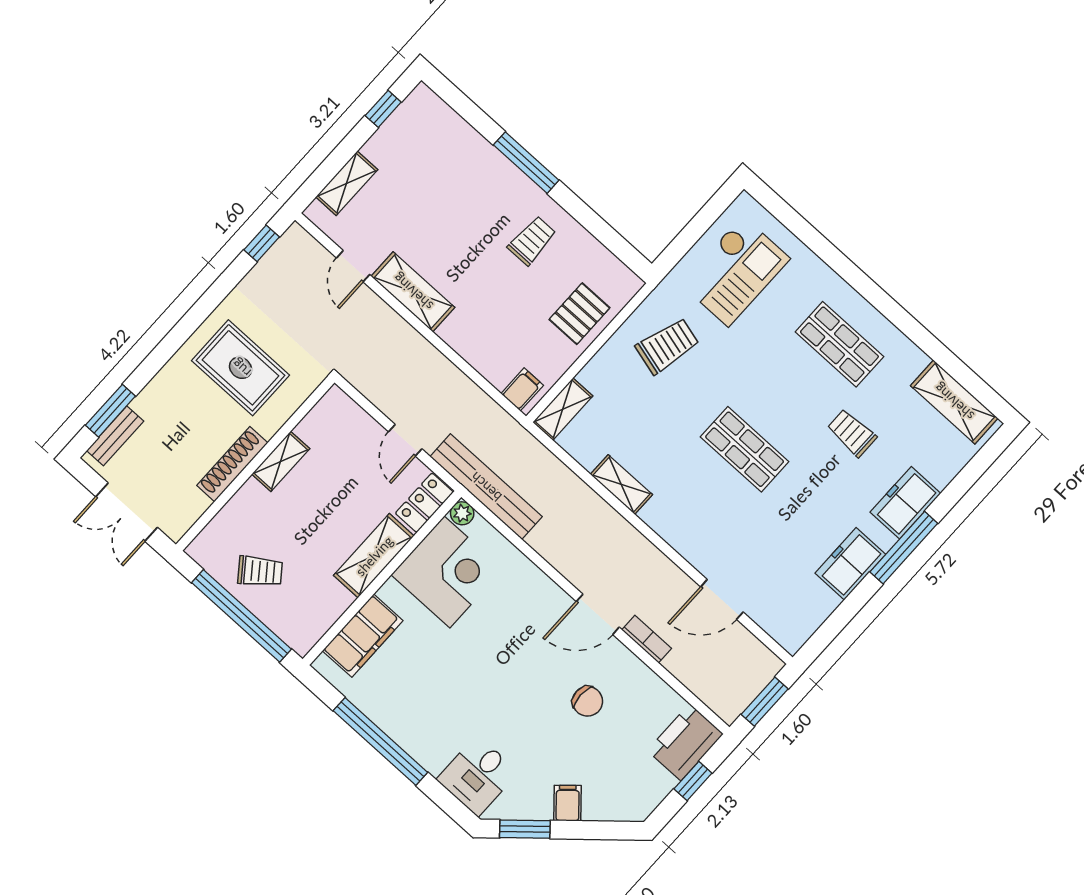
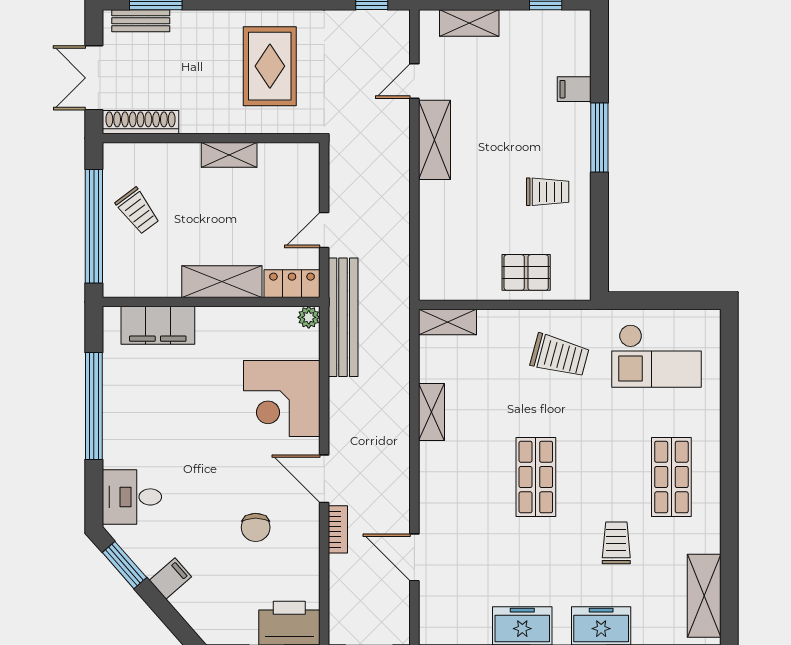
filing cabinet: (522, 389) -> (574, 89), moved, turned 180
shoe rack: (232, 464) -> (141, 122), moved
corner desk: (447, 572) -> (282, 399), moved, turned 90

